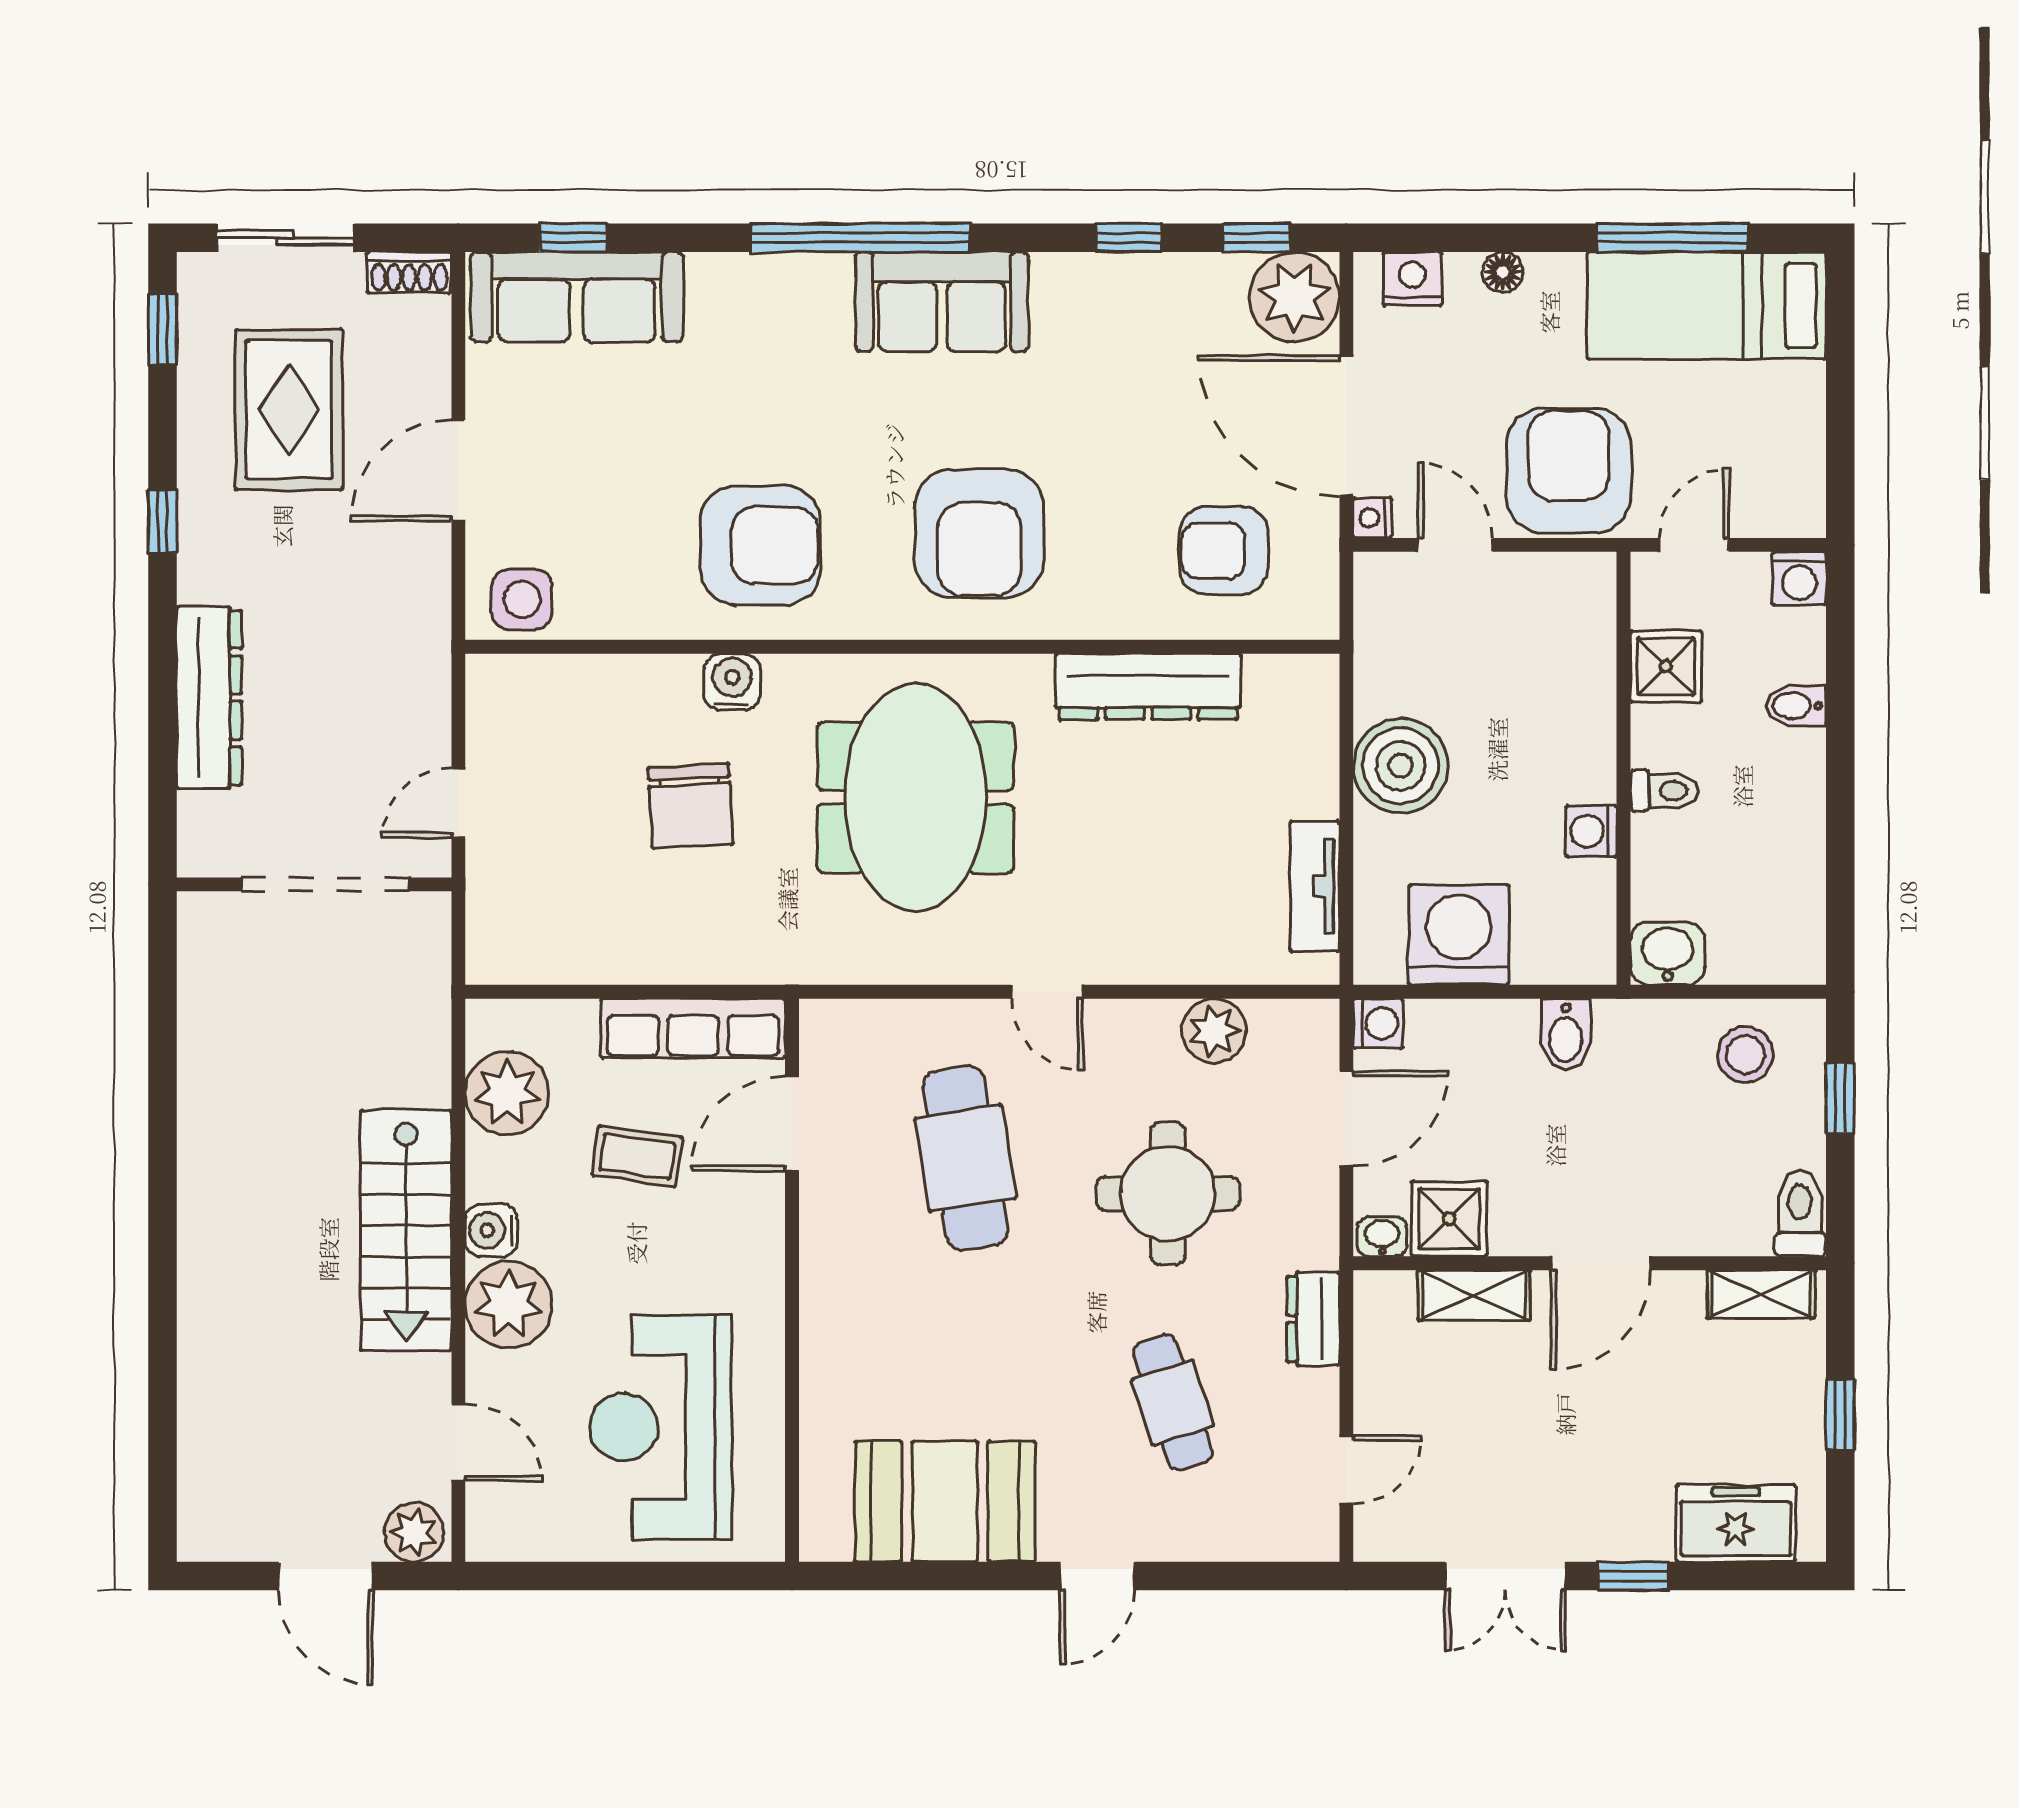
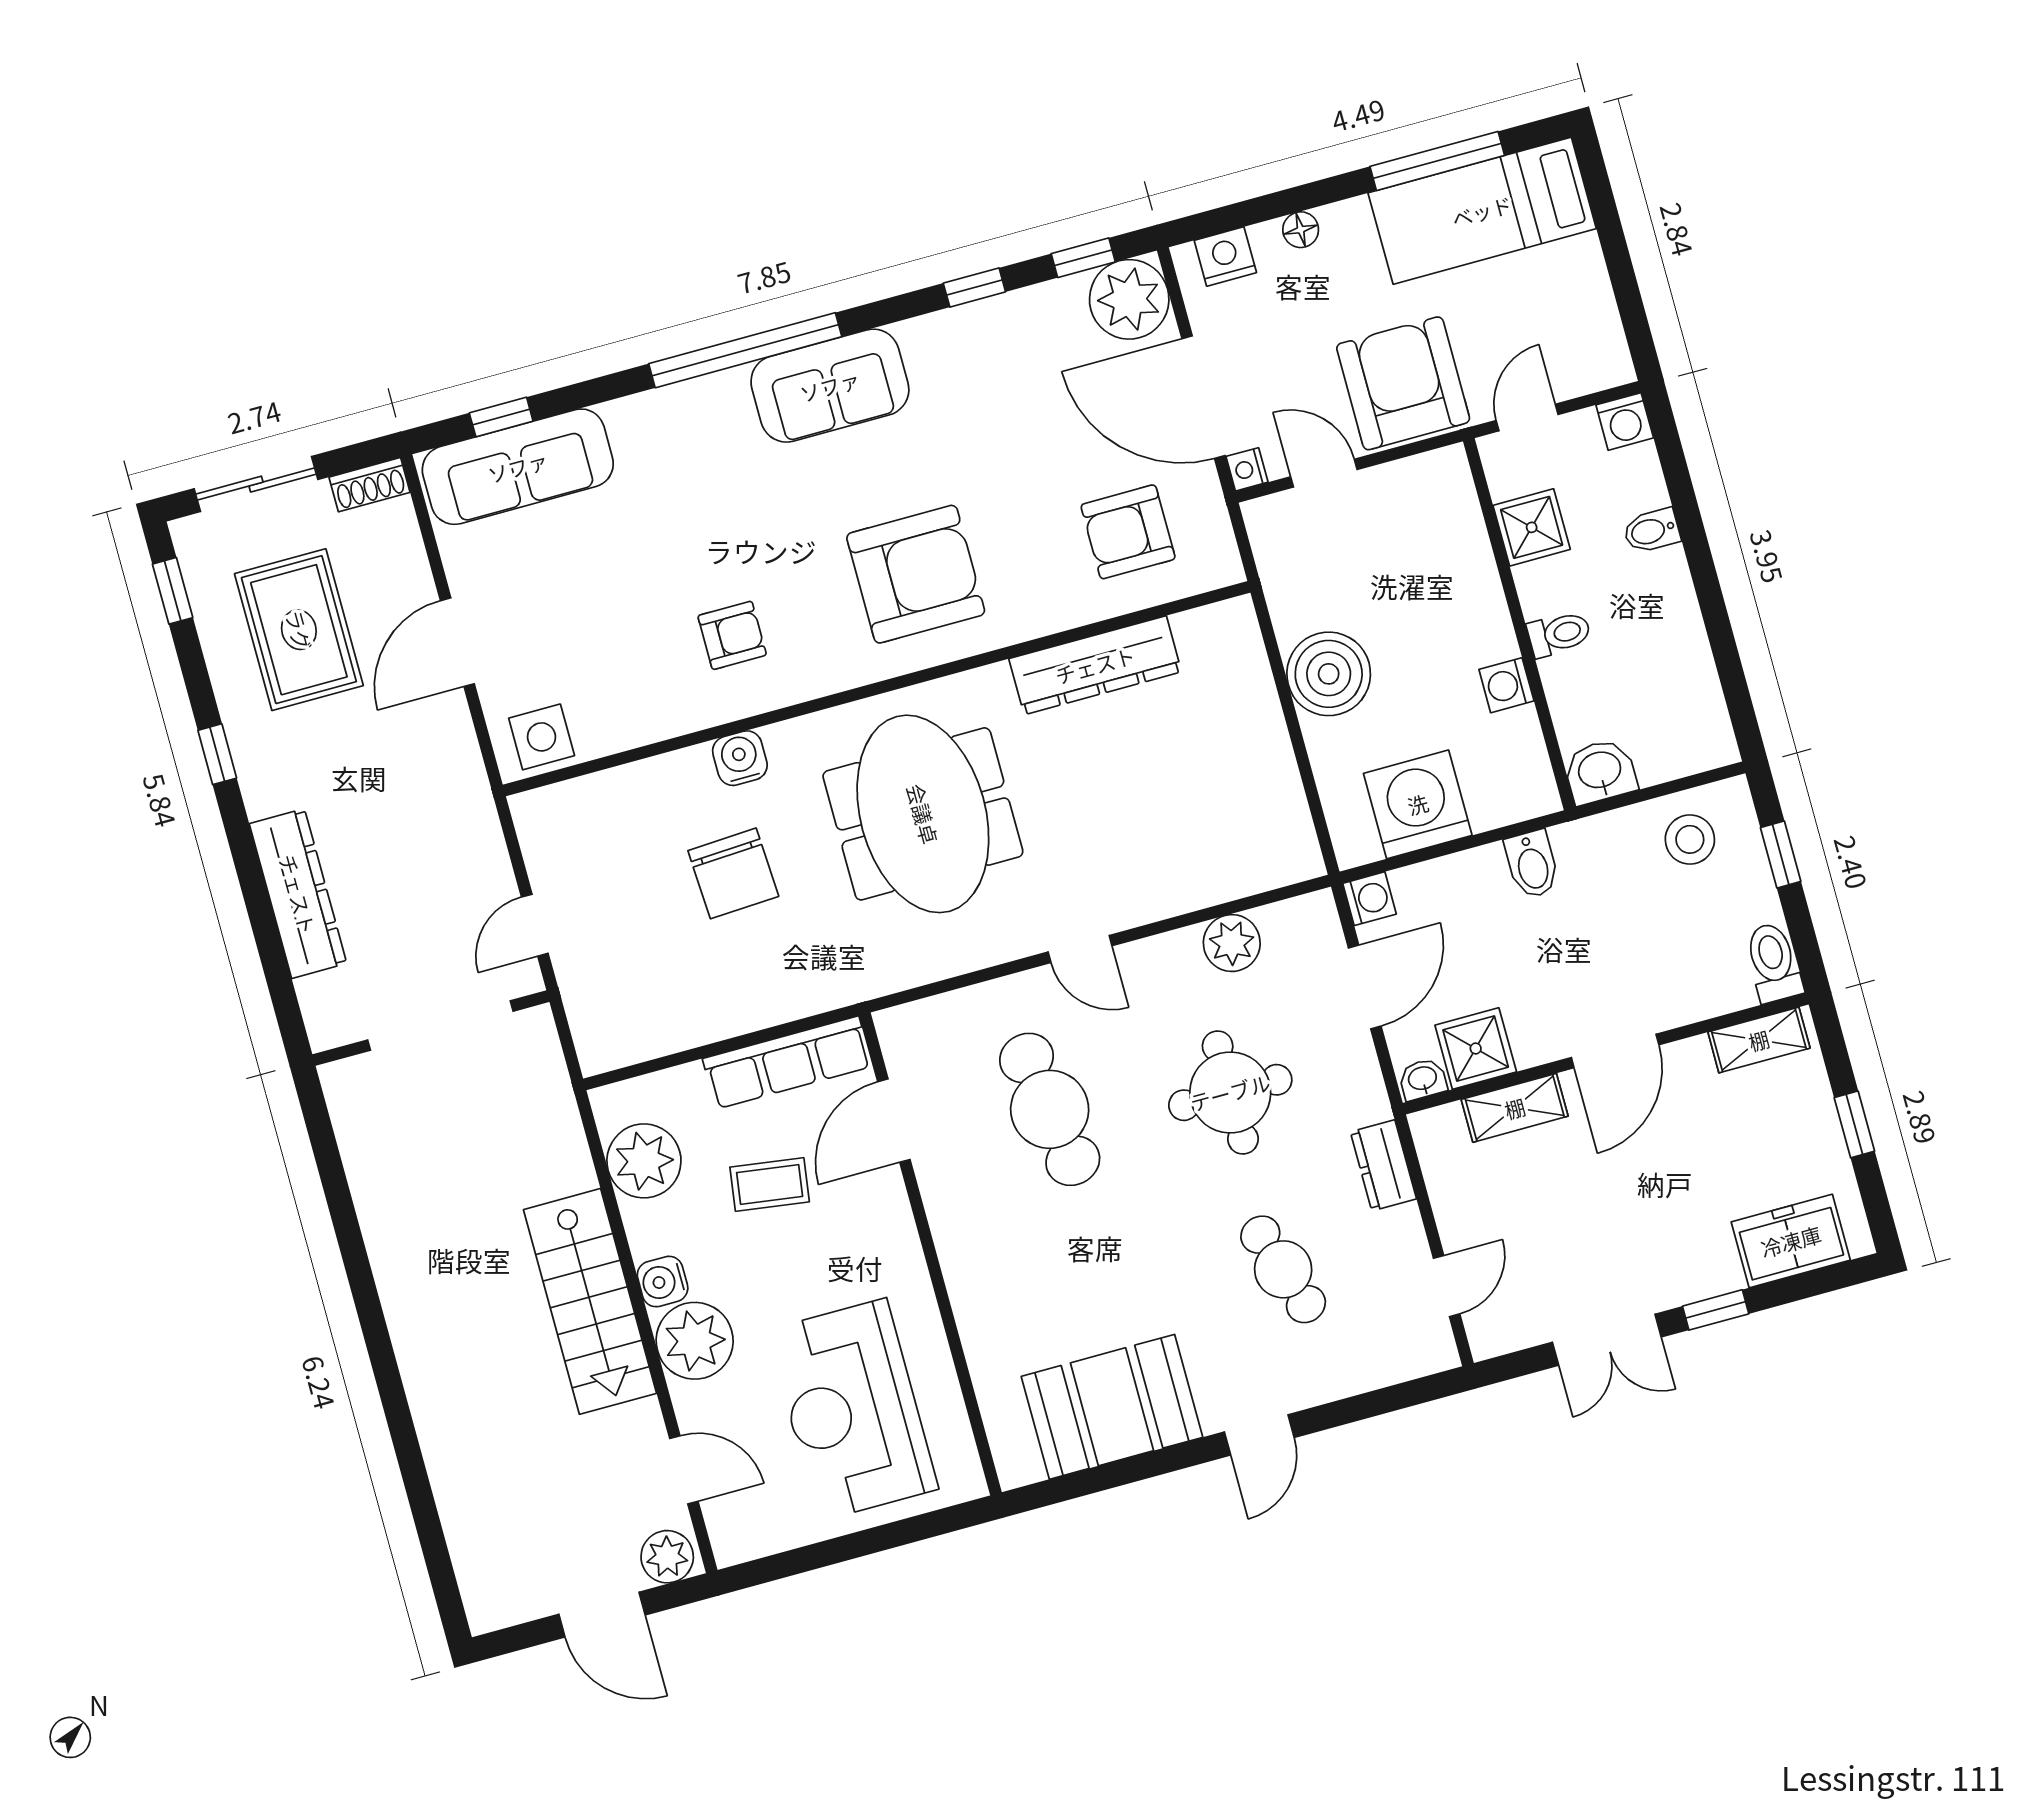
armchair: (979, 533) -> (916, 574), turned -90
armchair: (760, 545) -> (732, 635), width x0.53, depth x0.53
tv unit: (1315, 886) -> (1284, 797), removed

